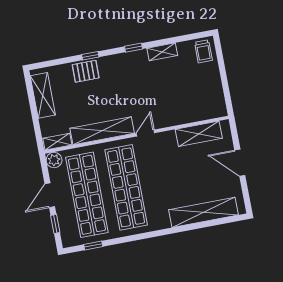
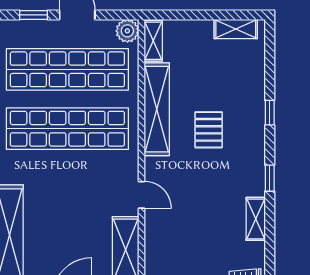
pallet: (86, 71) -> (209, 130), moved
shelving: (43, 95) -> (236, 29), width x0.67, depth x0.75
door: (145, 133) -> (142, 195), moved

